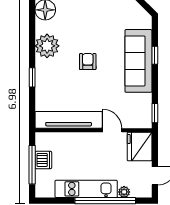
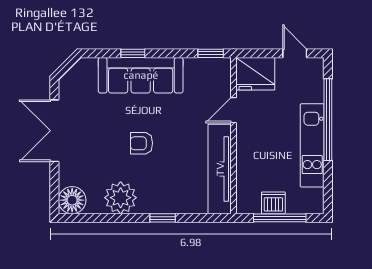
plant: (124, 192) -> (316, 94), removed

